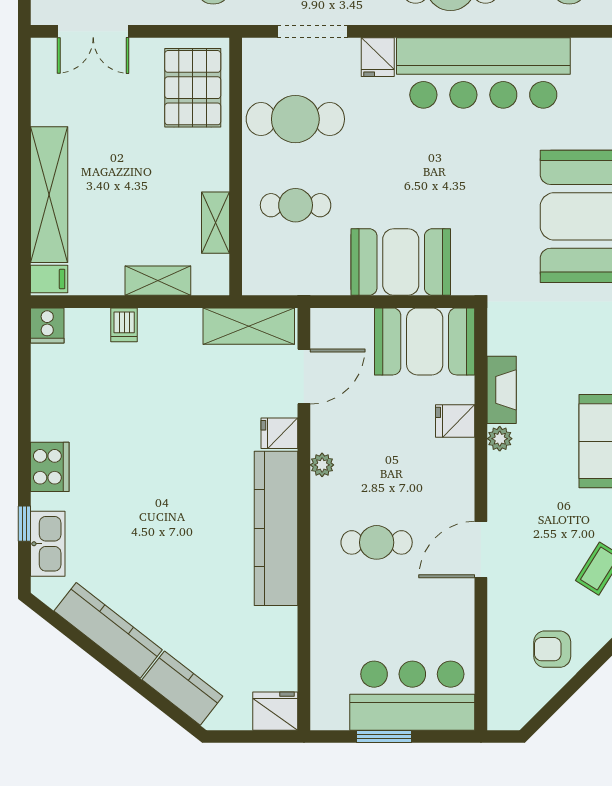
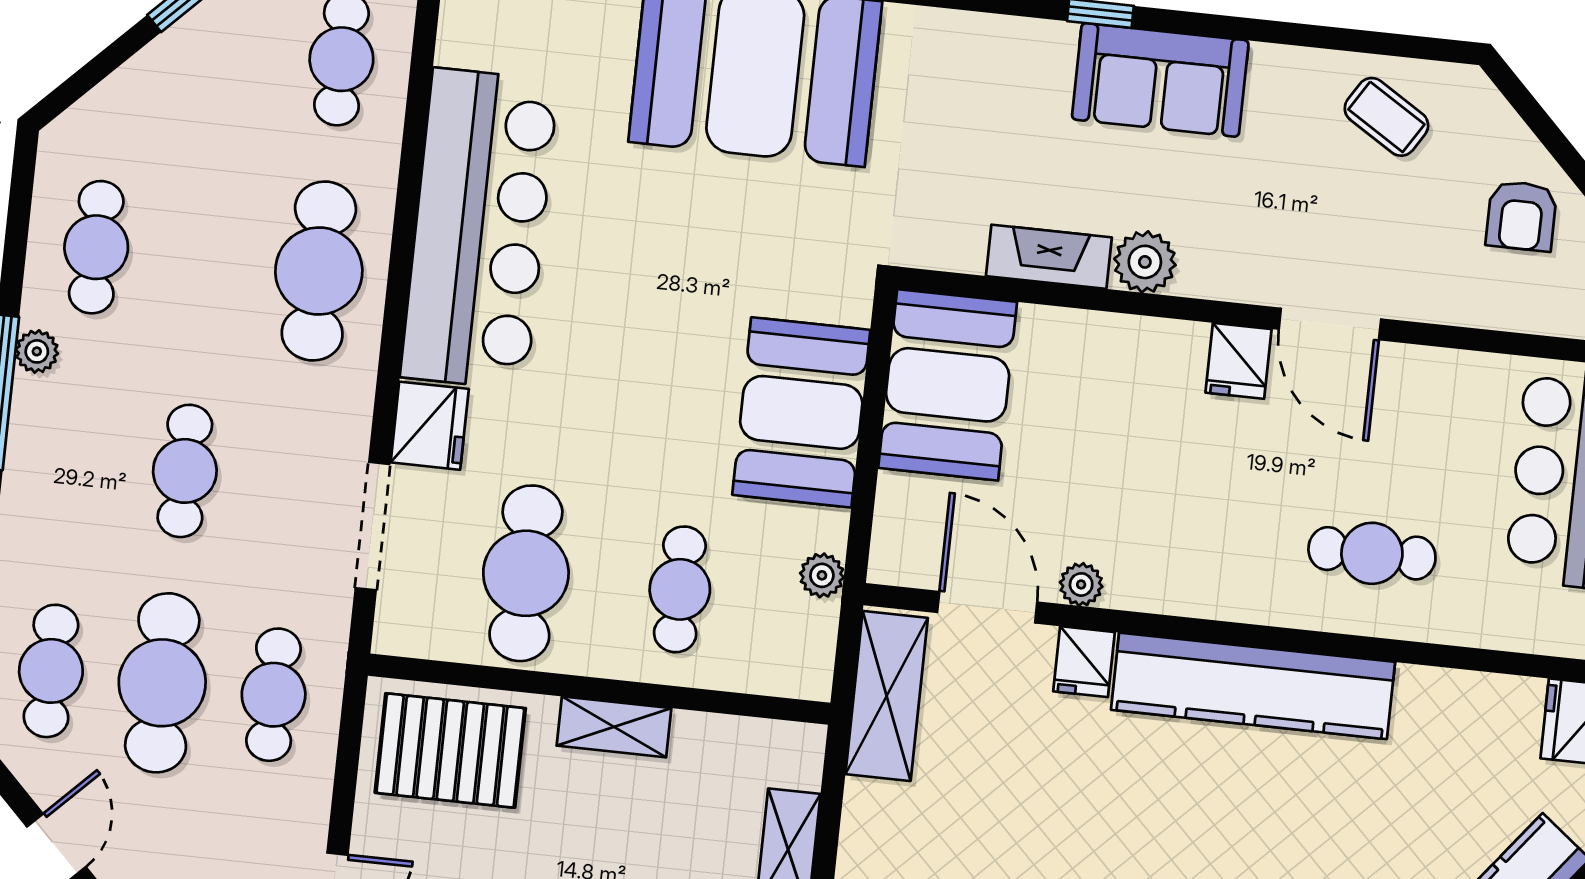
fridge: (378, 57) -> (430, 426), width x1.38
shelving: (216, 223) -> (614, 727), moved
plant: (312, 283) -> (822, 575), added
fridge: (455, 421) -> (1239, 361), moved
plant: (500, 439) -> (1145, 262), width x1.38, depth x1.38
plant: (322, 465) -> (1081, 584), moved
cafe table: (377, 542) -> (1372, 553), moved, turned 90

